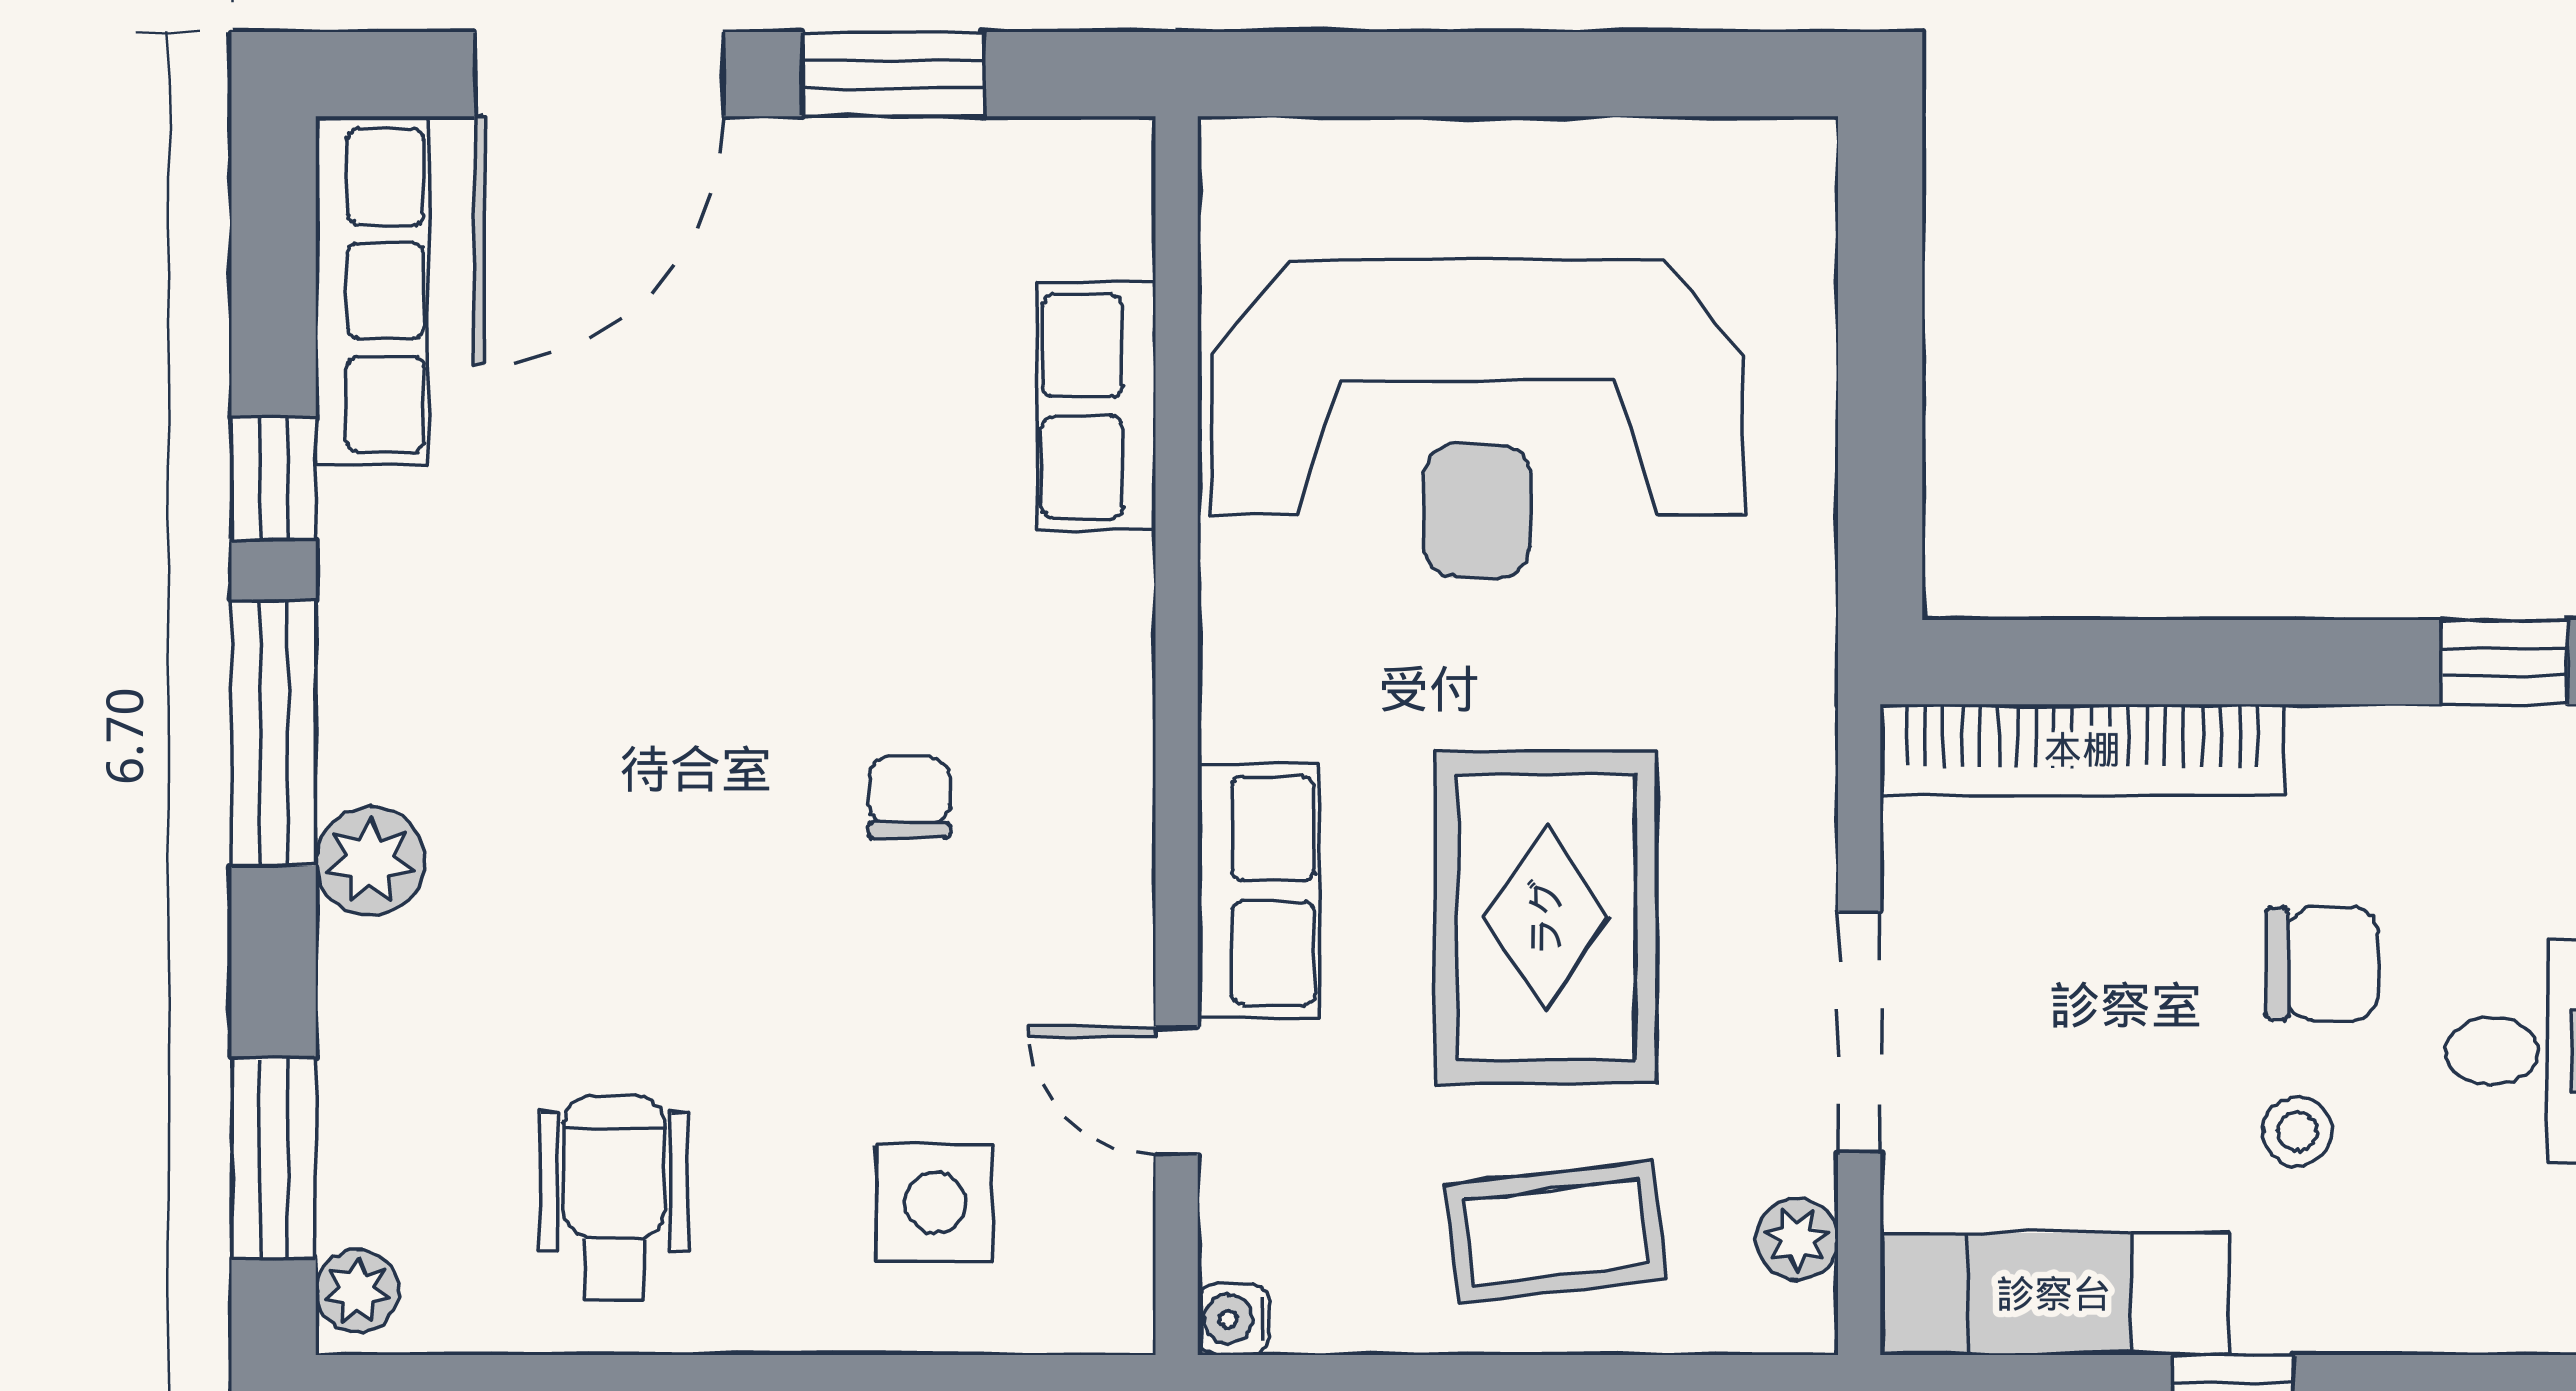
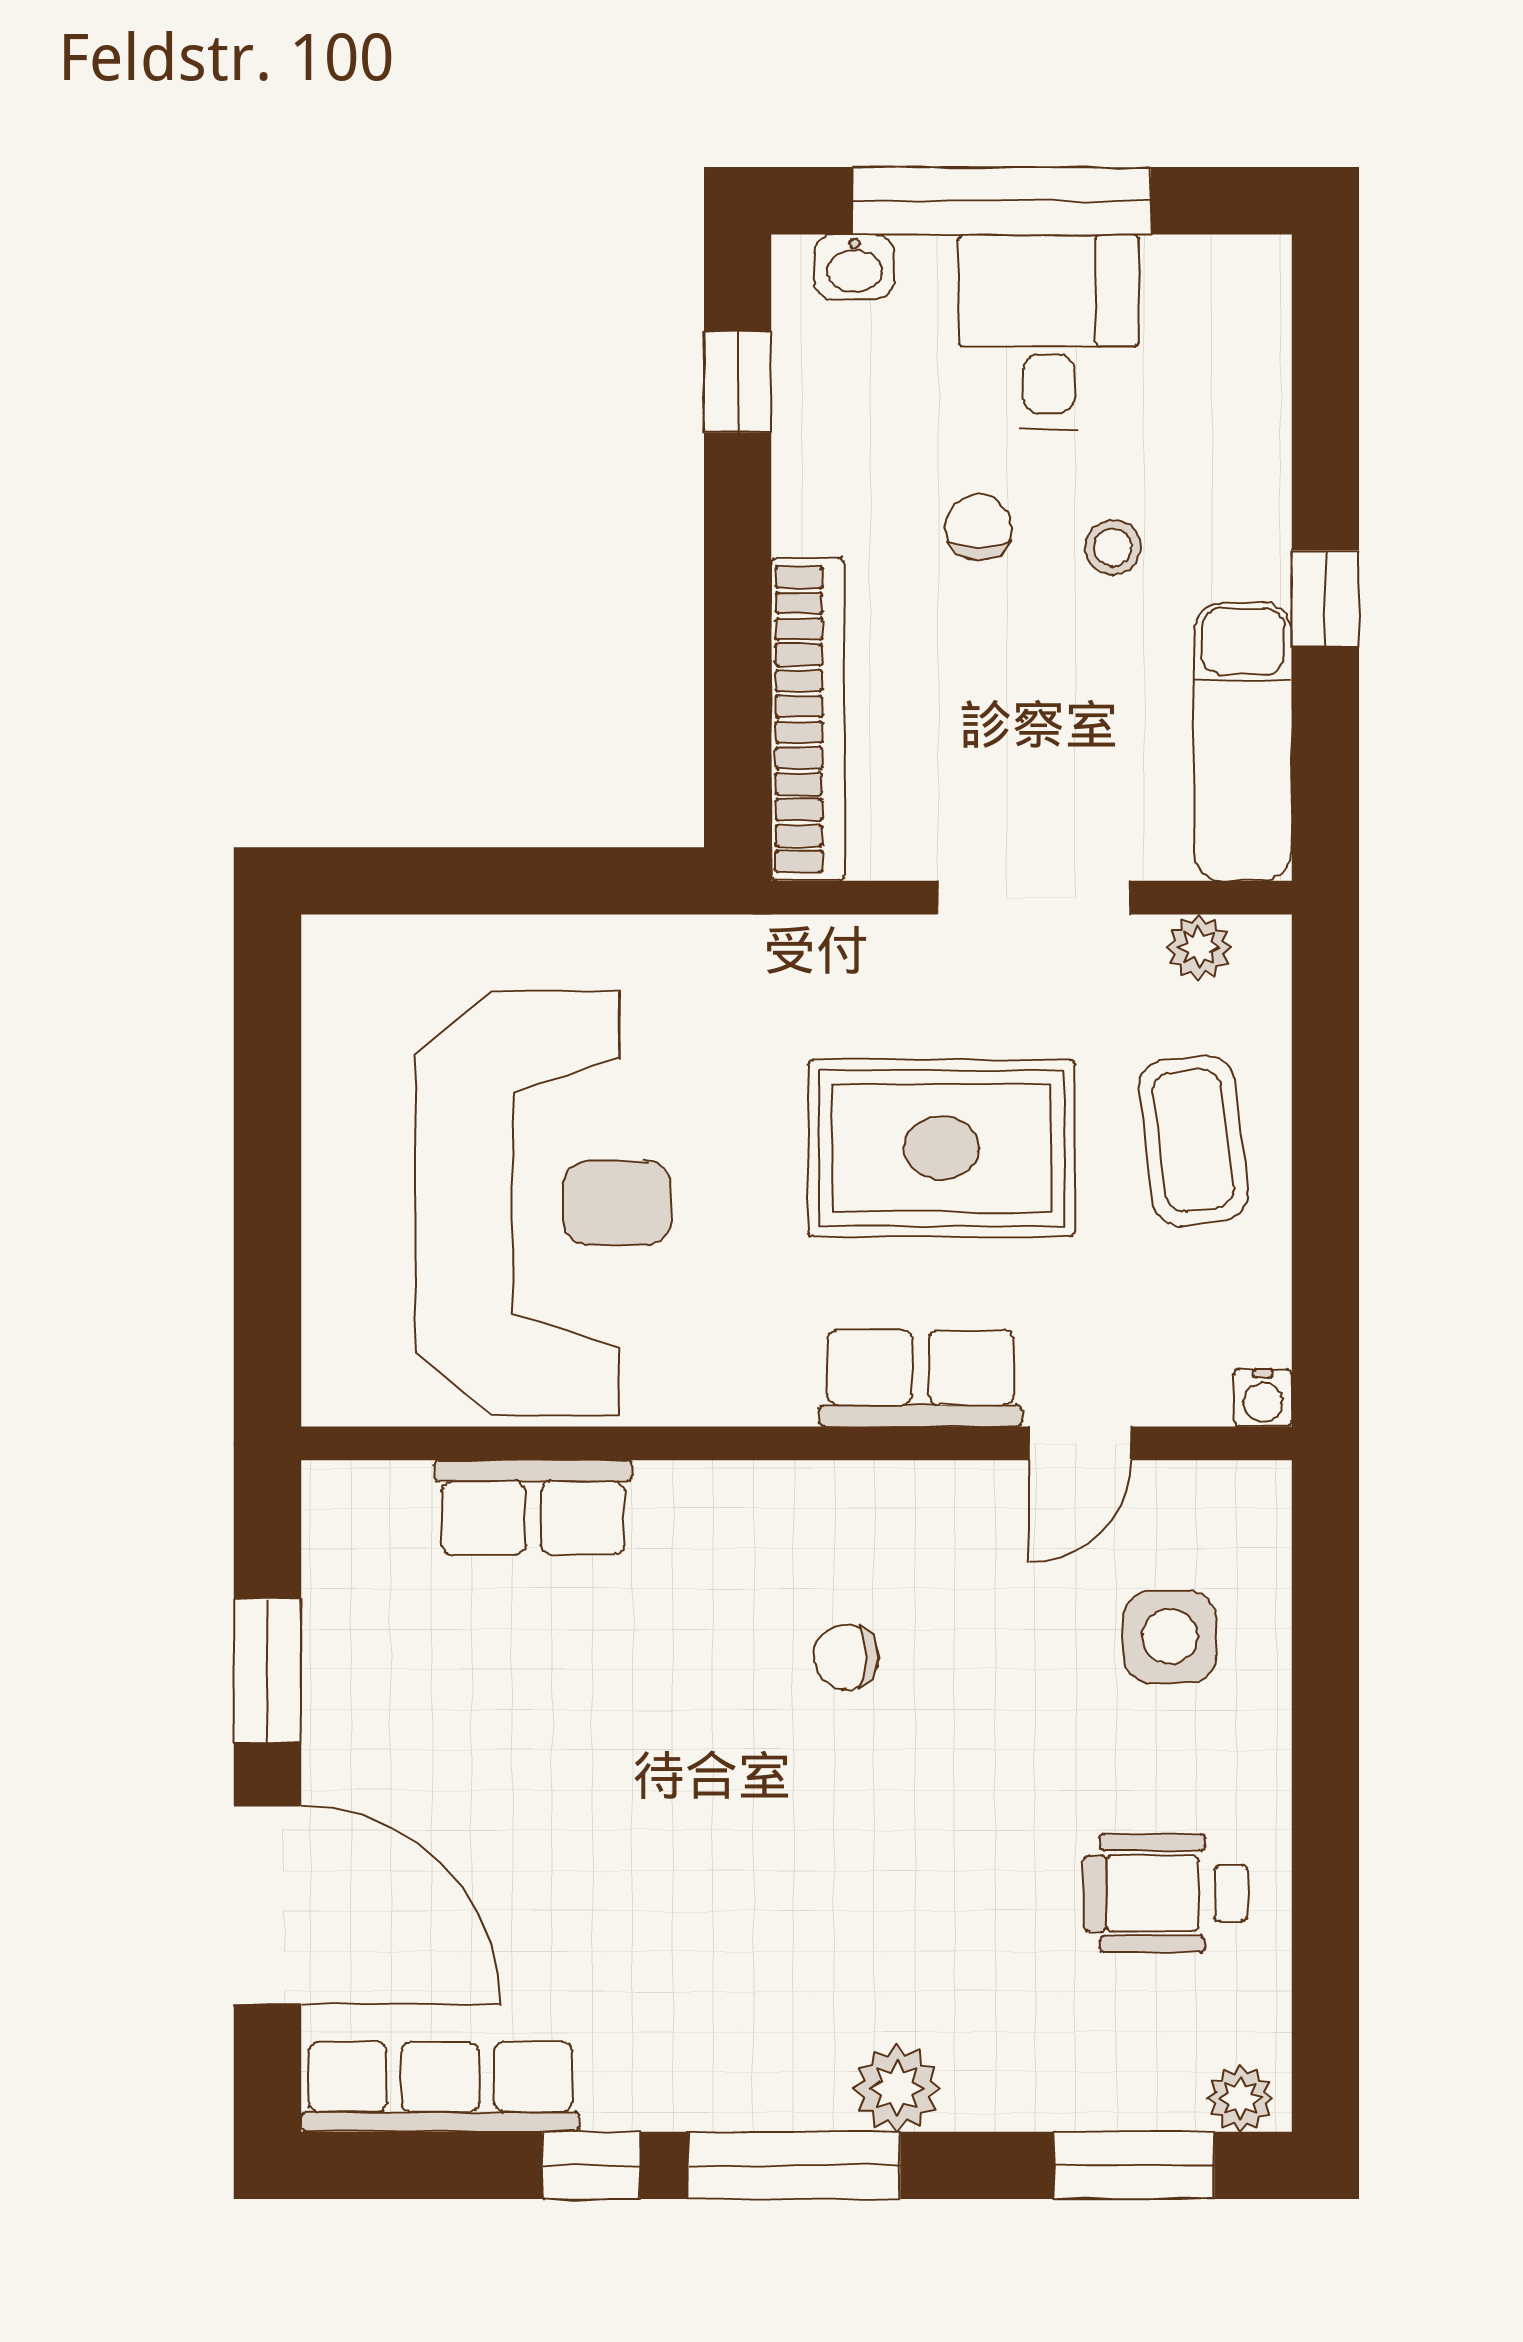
chair: (2322, 964) -> (979, 528), width x0.73, depth x0.73

